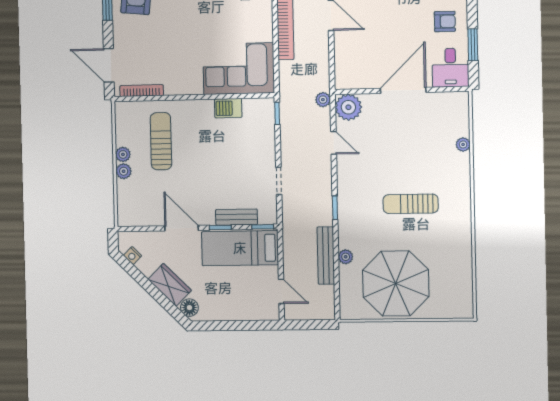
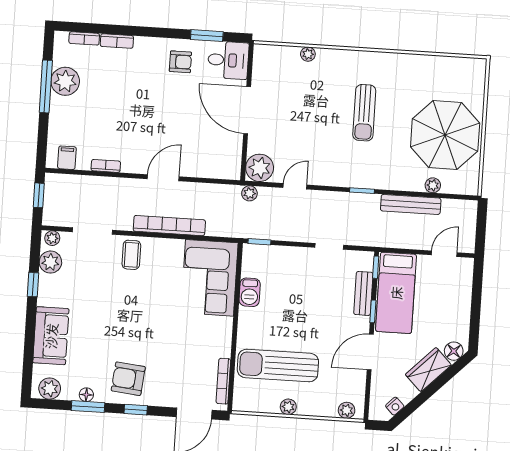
armchair: (445, 21) -> (180, 62), turned 90
sun lounger: (161, 141) -> (278, 366), width x1.36, depth x1.34
plant: (124, 171) -> (347, 410), moved
plant: (346, 257) -> (433, 185), moved

